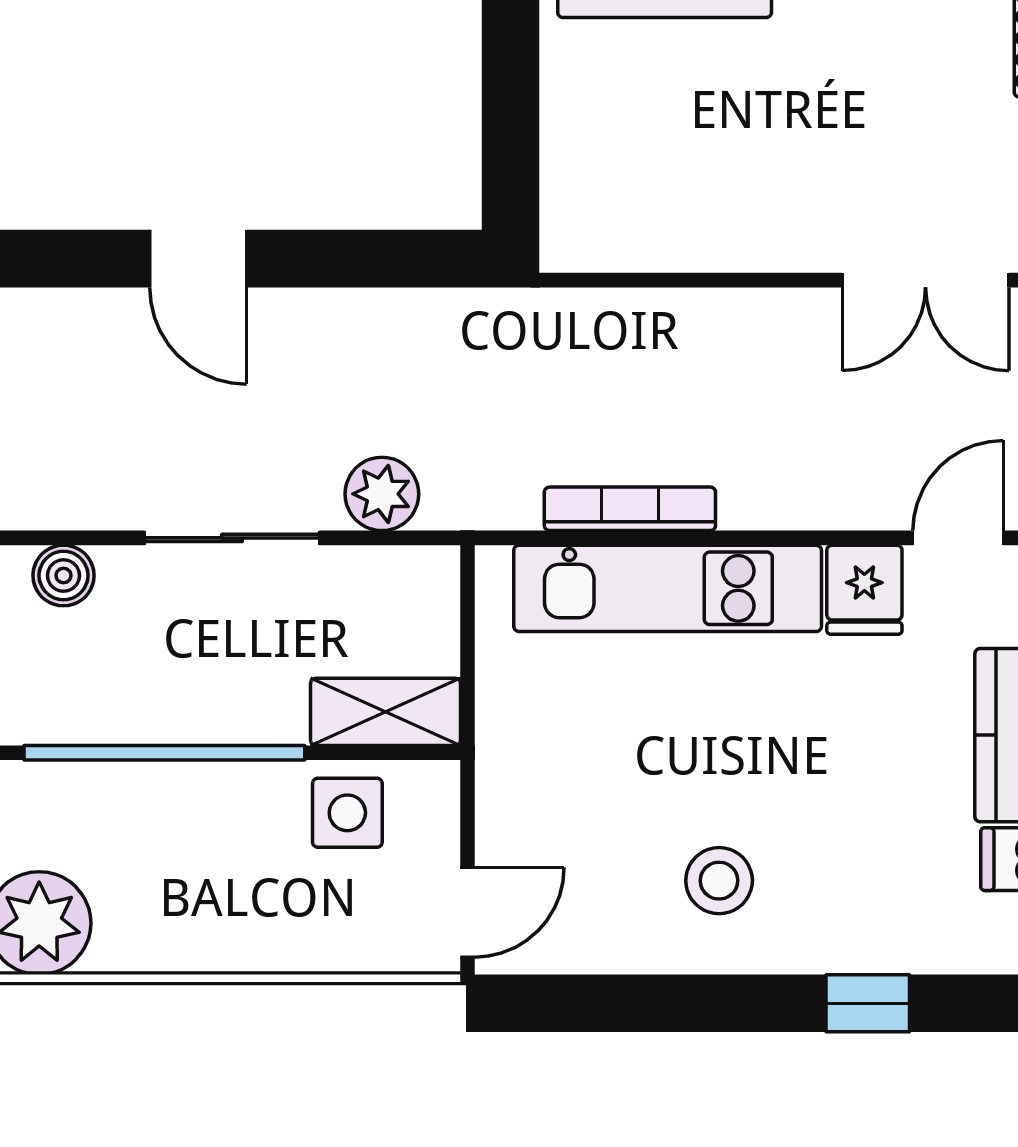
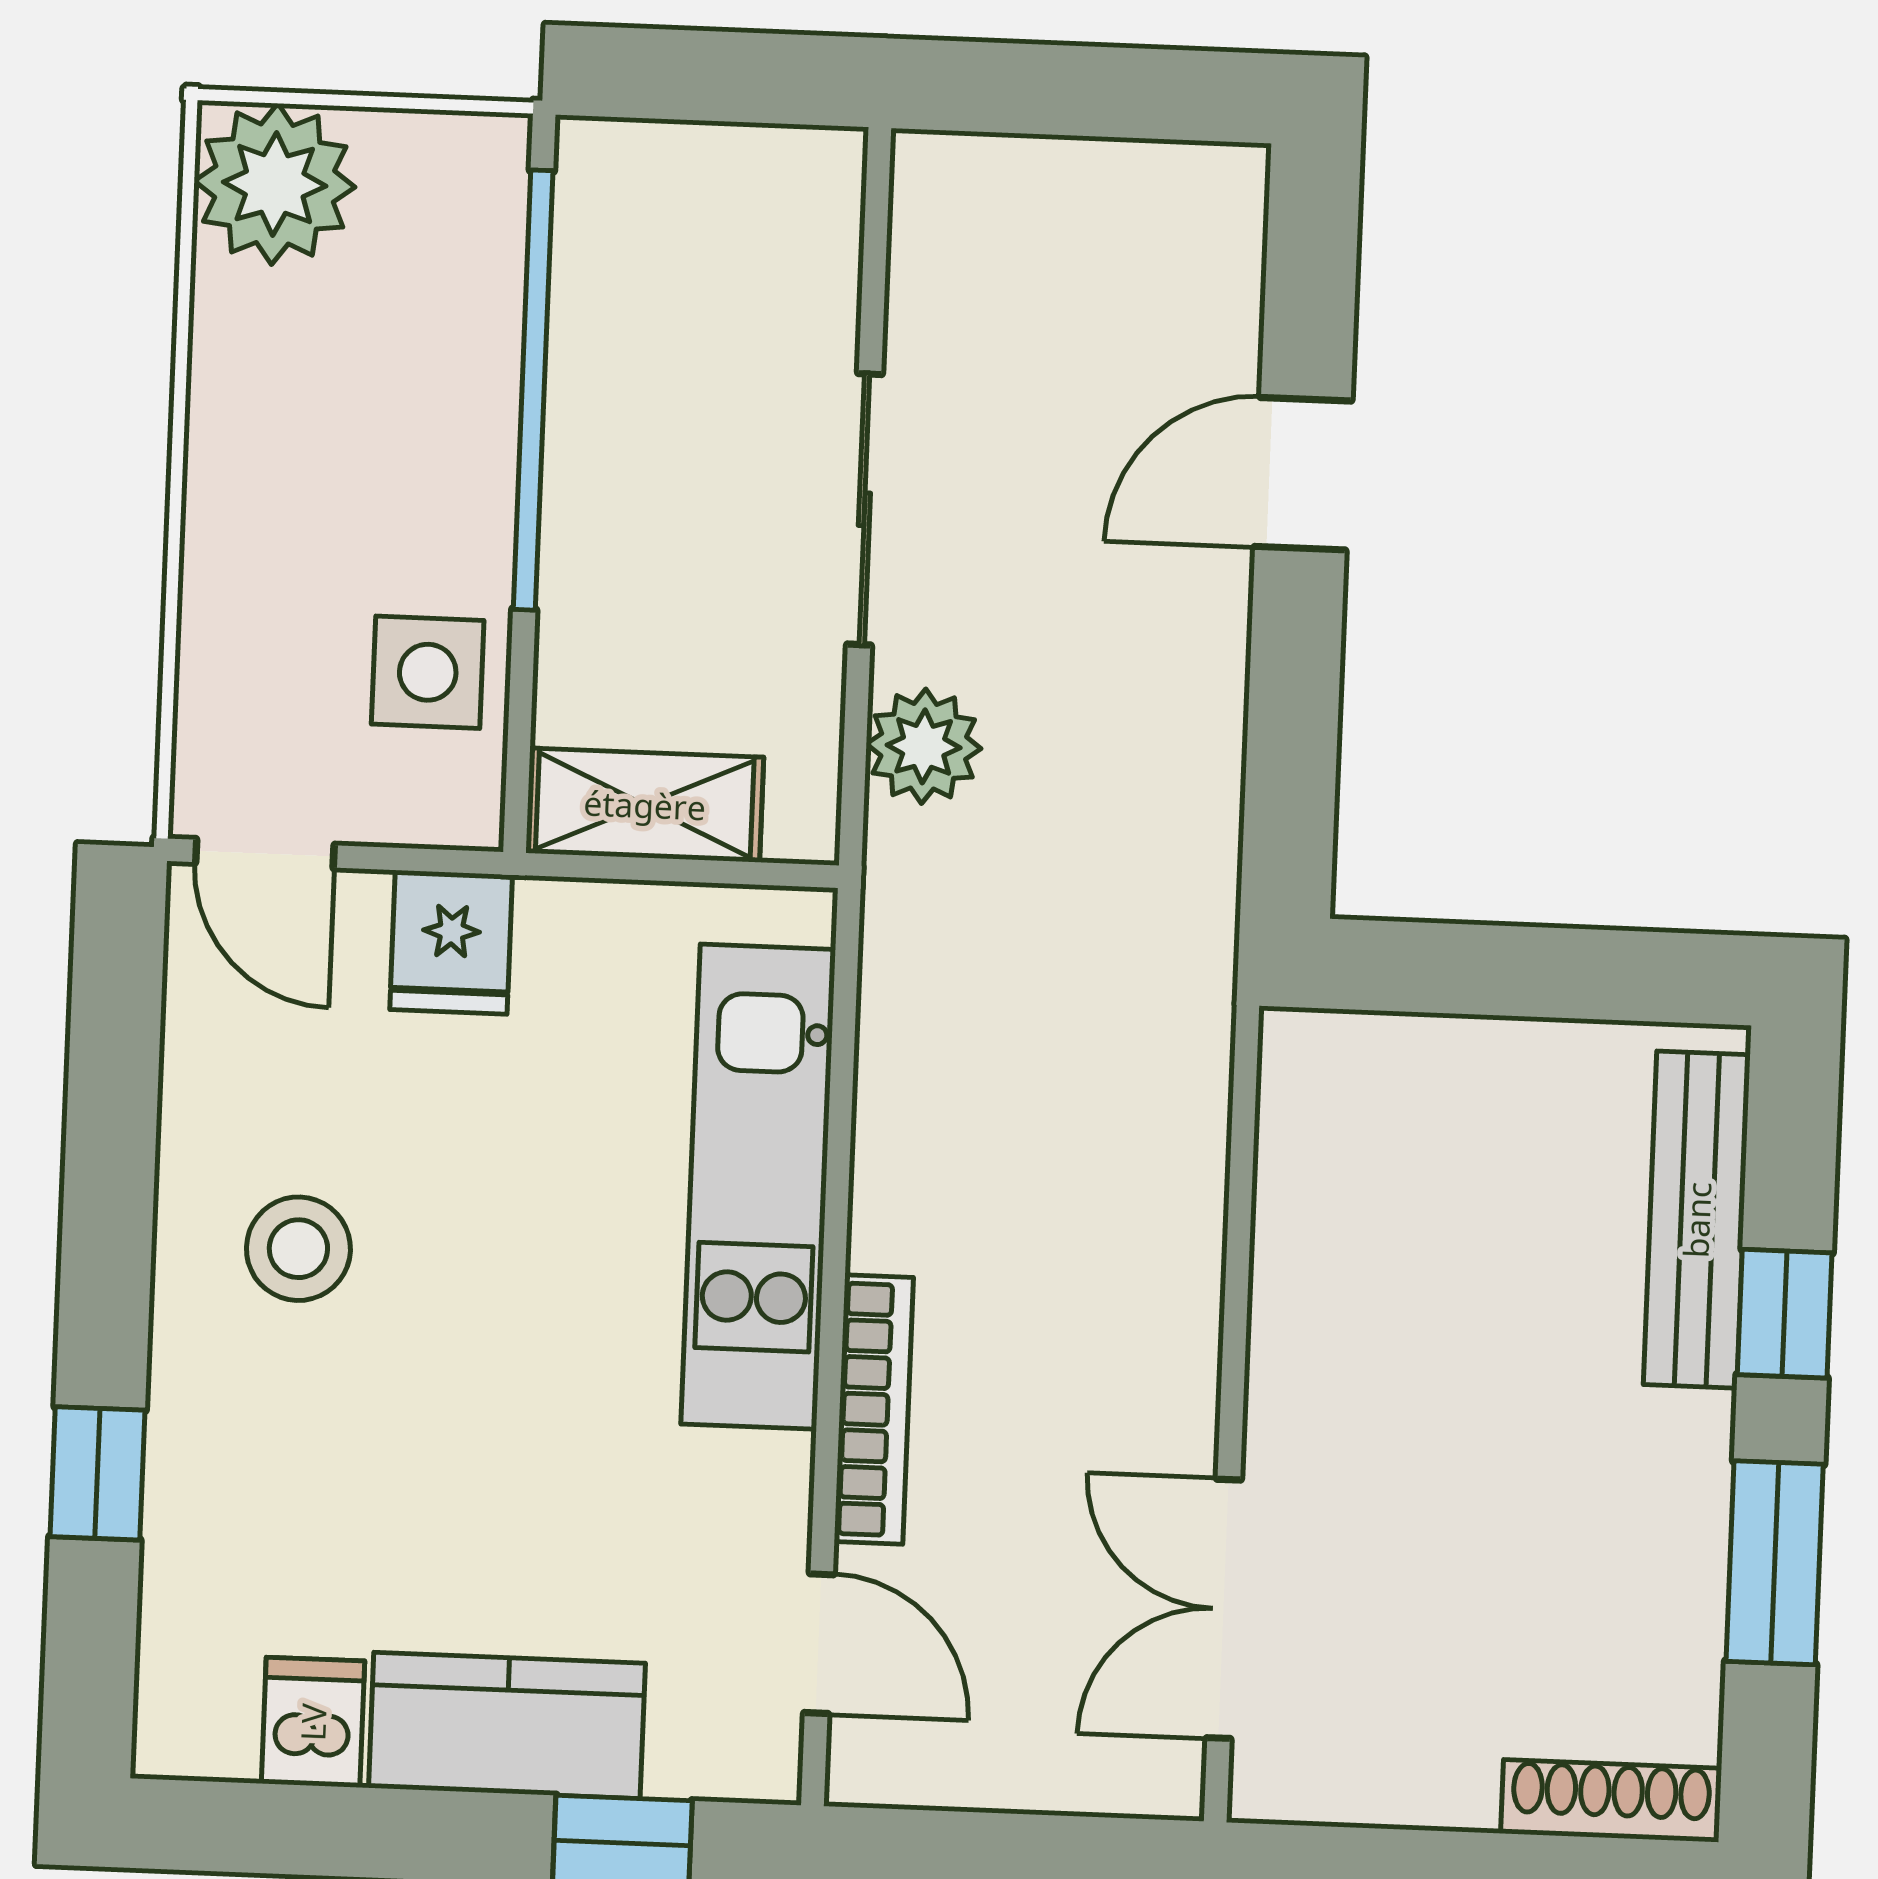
bookcase: (630, 509) -> (874, 1410), moved
boiler: (63, 575) -> (816, 244), removed
fridge: (864, 590) -> (451, 942), moved, turned -90
shelving: (386, 712) -> (645, 805), moved, turned 90

